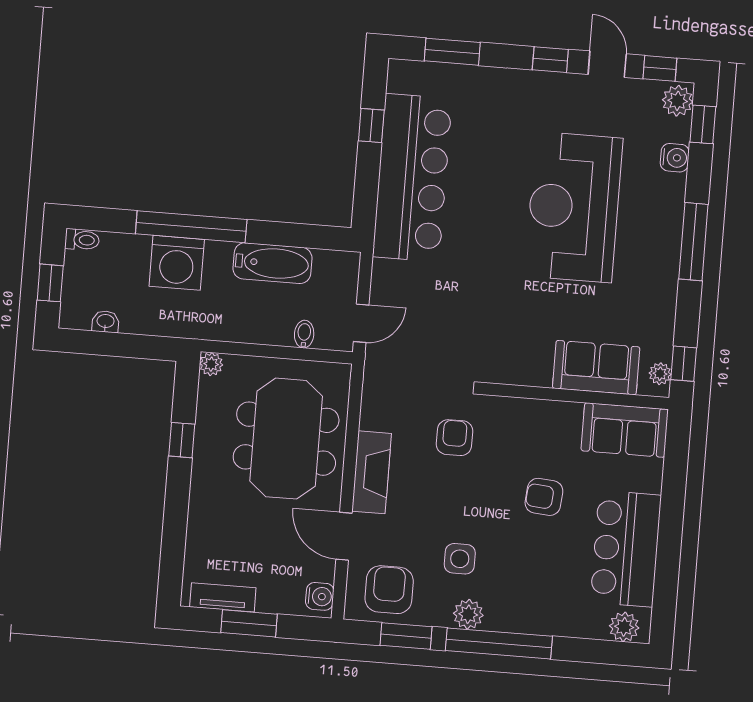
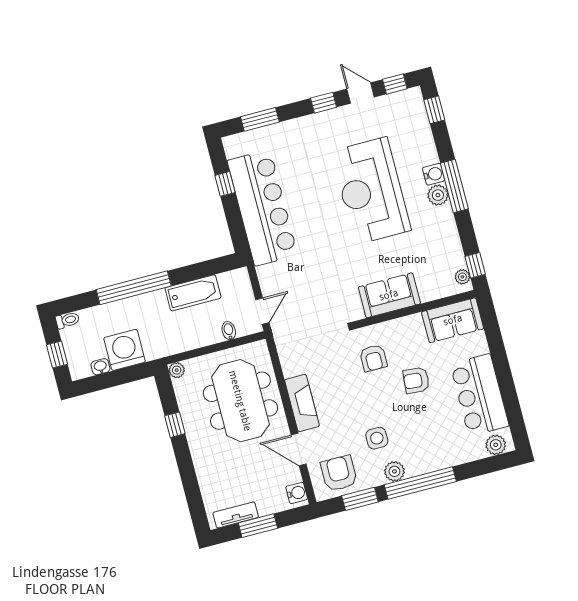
plant: (678, 101) -> (438, 195), moved
water cooler: (675, 158) -> (434, 174), moved
washing machine: (177, 263) -> (125, 350), moved, turned 180
sofa: (596, 368) -> (389, 295), moved
armchair: (455, 438) -> (373, 358), moved, turned 180

